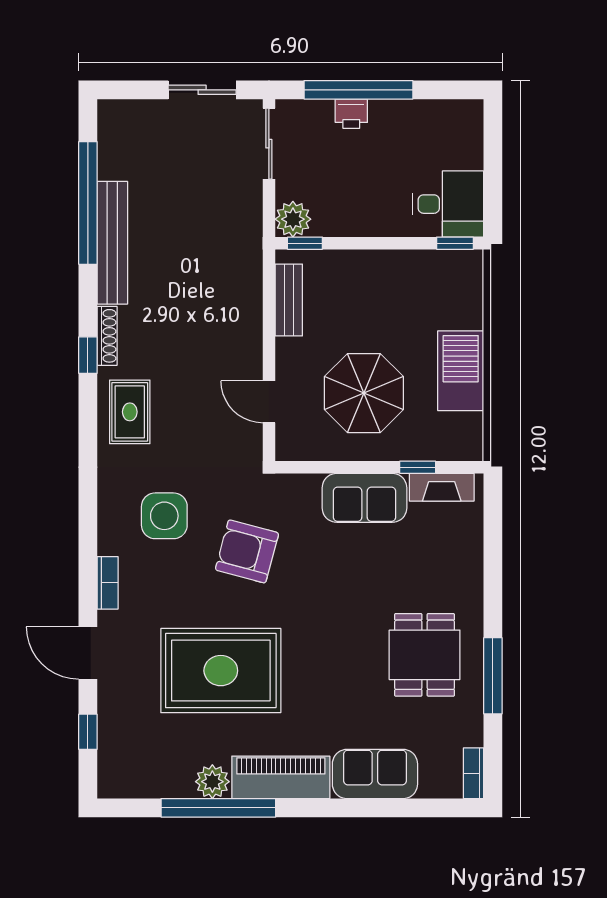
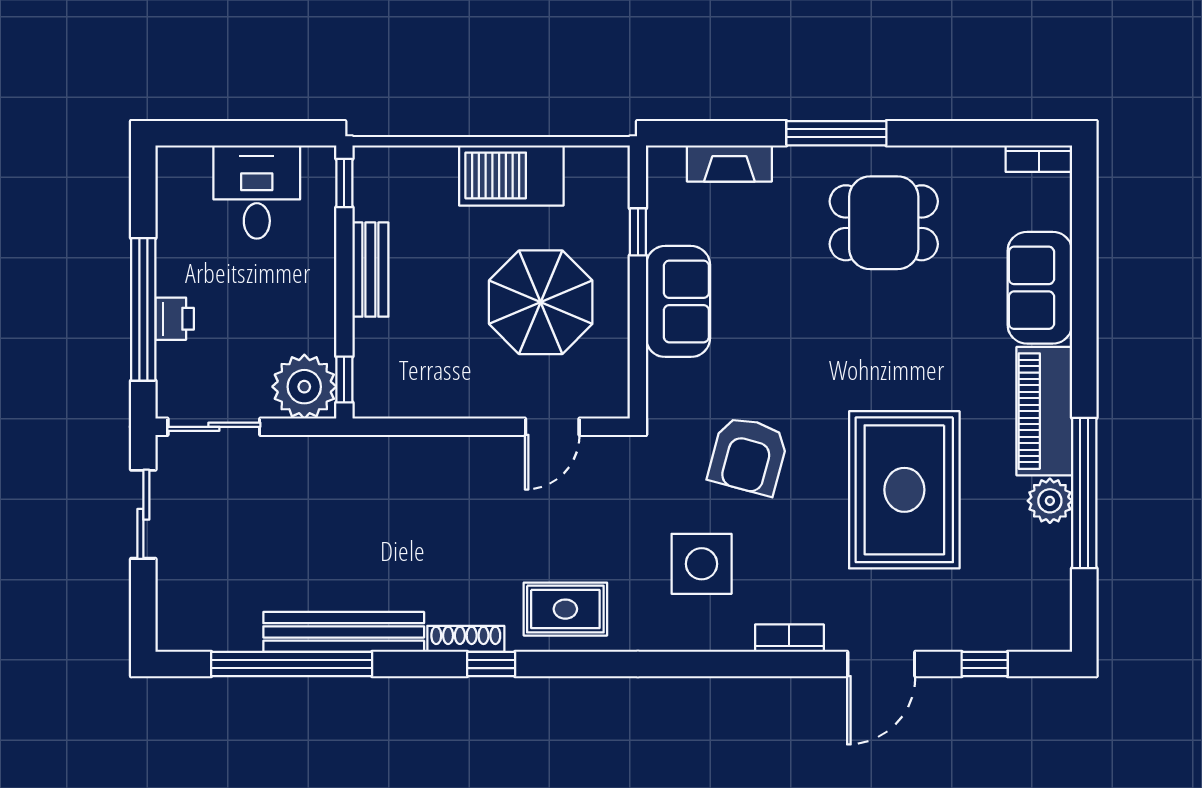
desk: (448, 204) -> (257, 192), moved
plant: (293, 219) -> (304, 387), width x1.36, depth x1.36
bench: (289, 300) -> (370, 270), moved, turned 90
fireplace: (442, 487) -> (729, 163), moved, turned 90
window: (493, 676) -> (836, 133), moved

